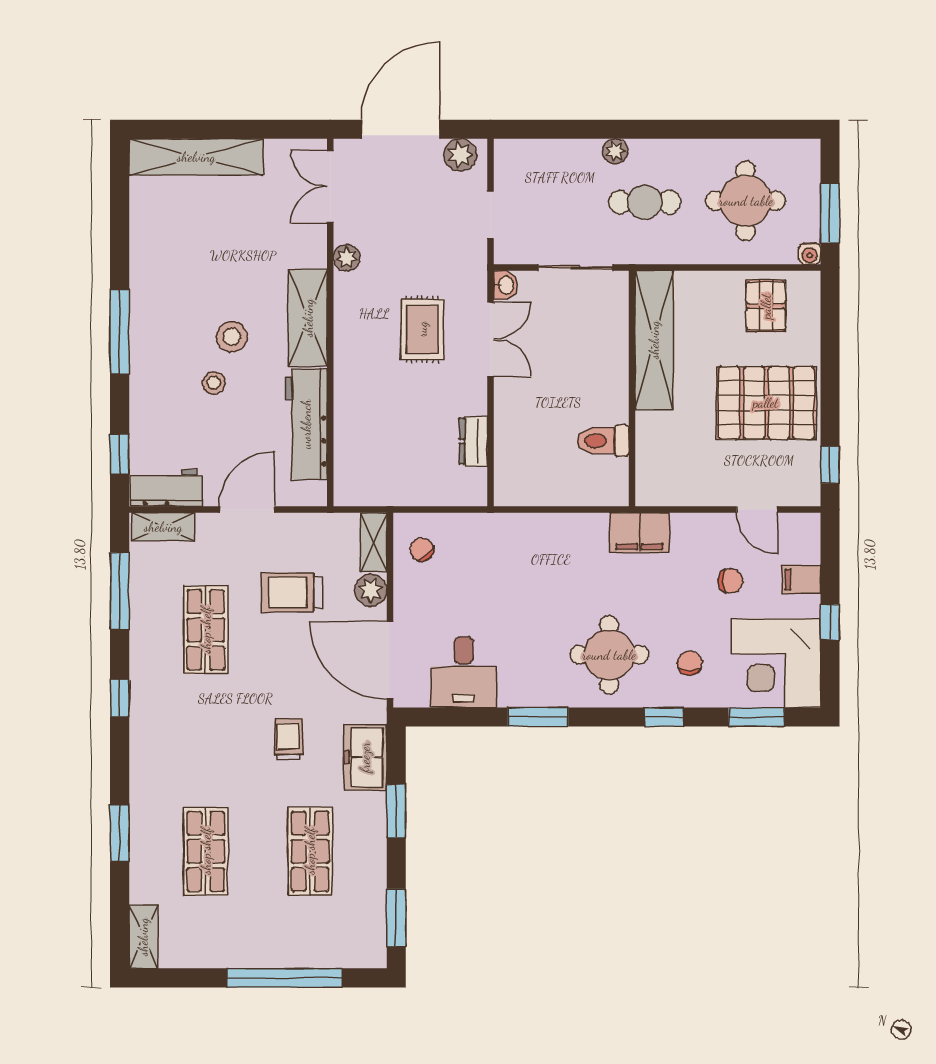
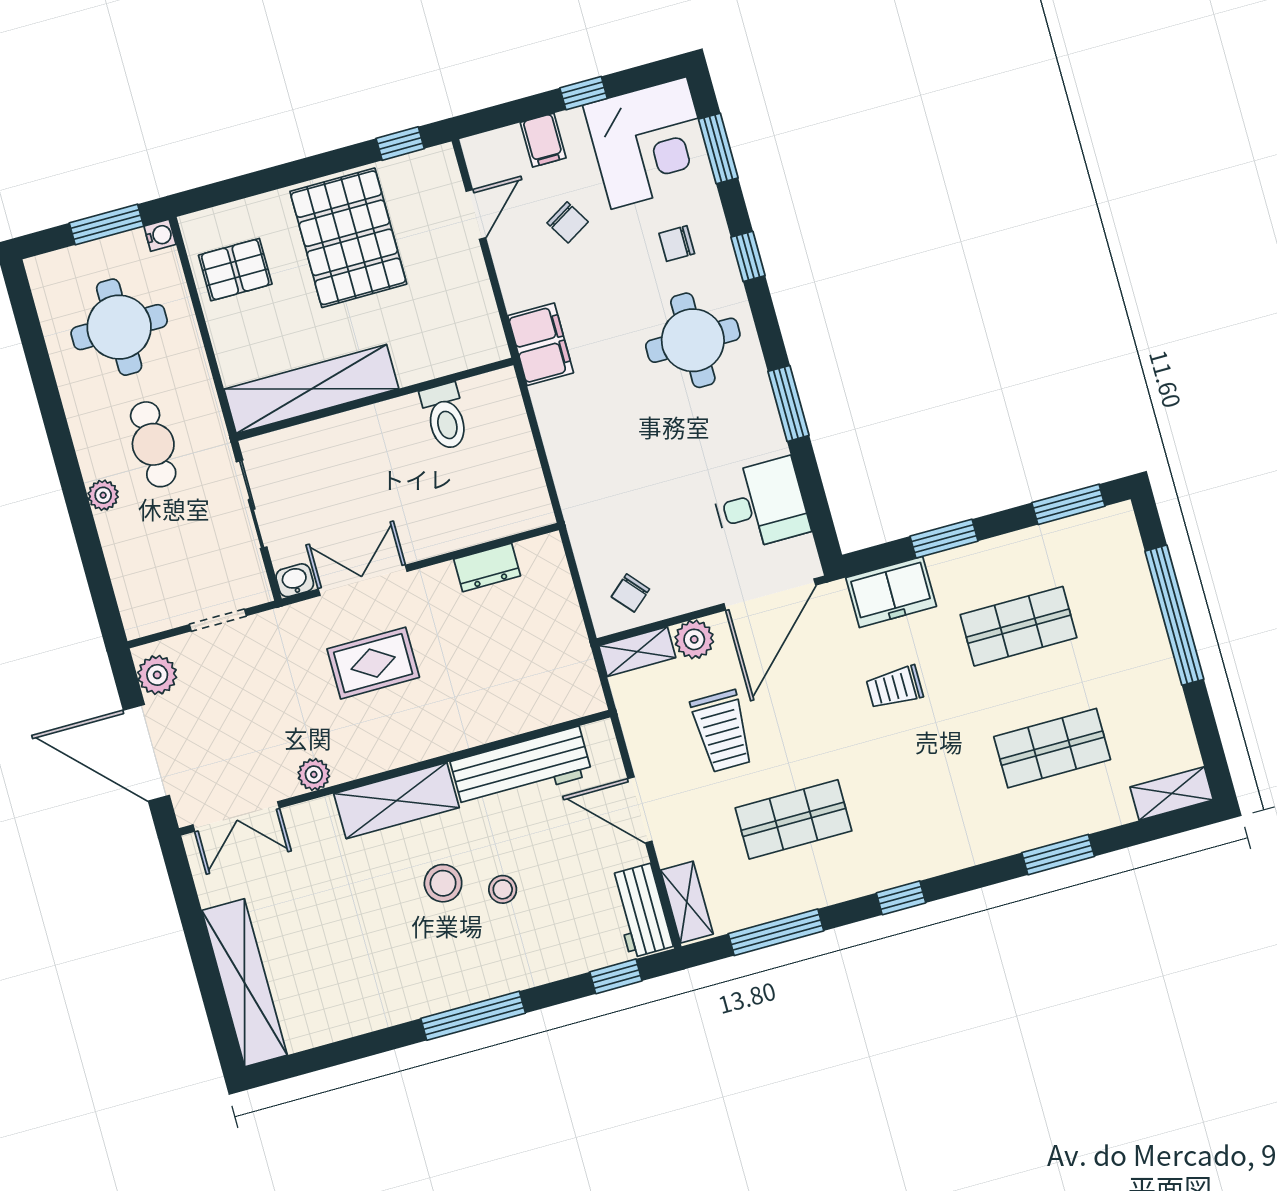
chair: (731, 581) -> (568, 222), turned 149

